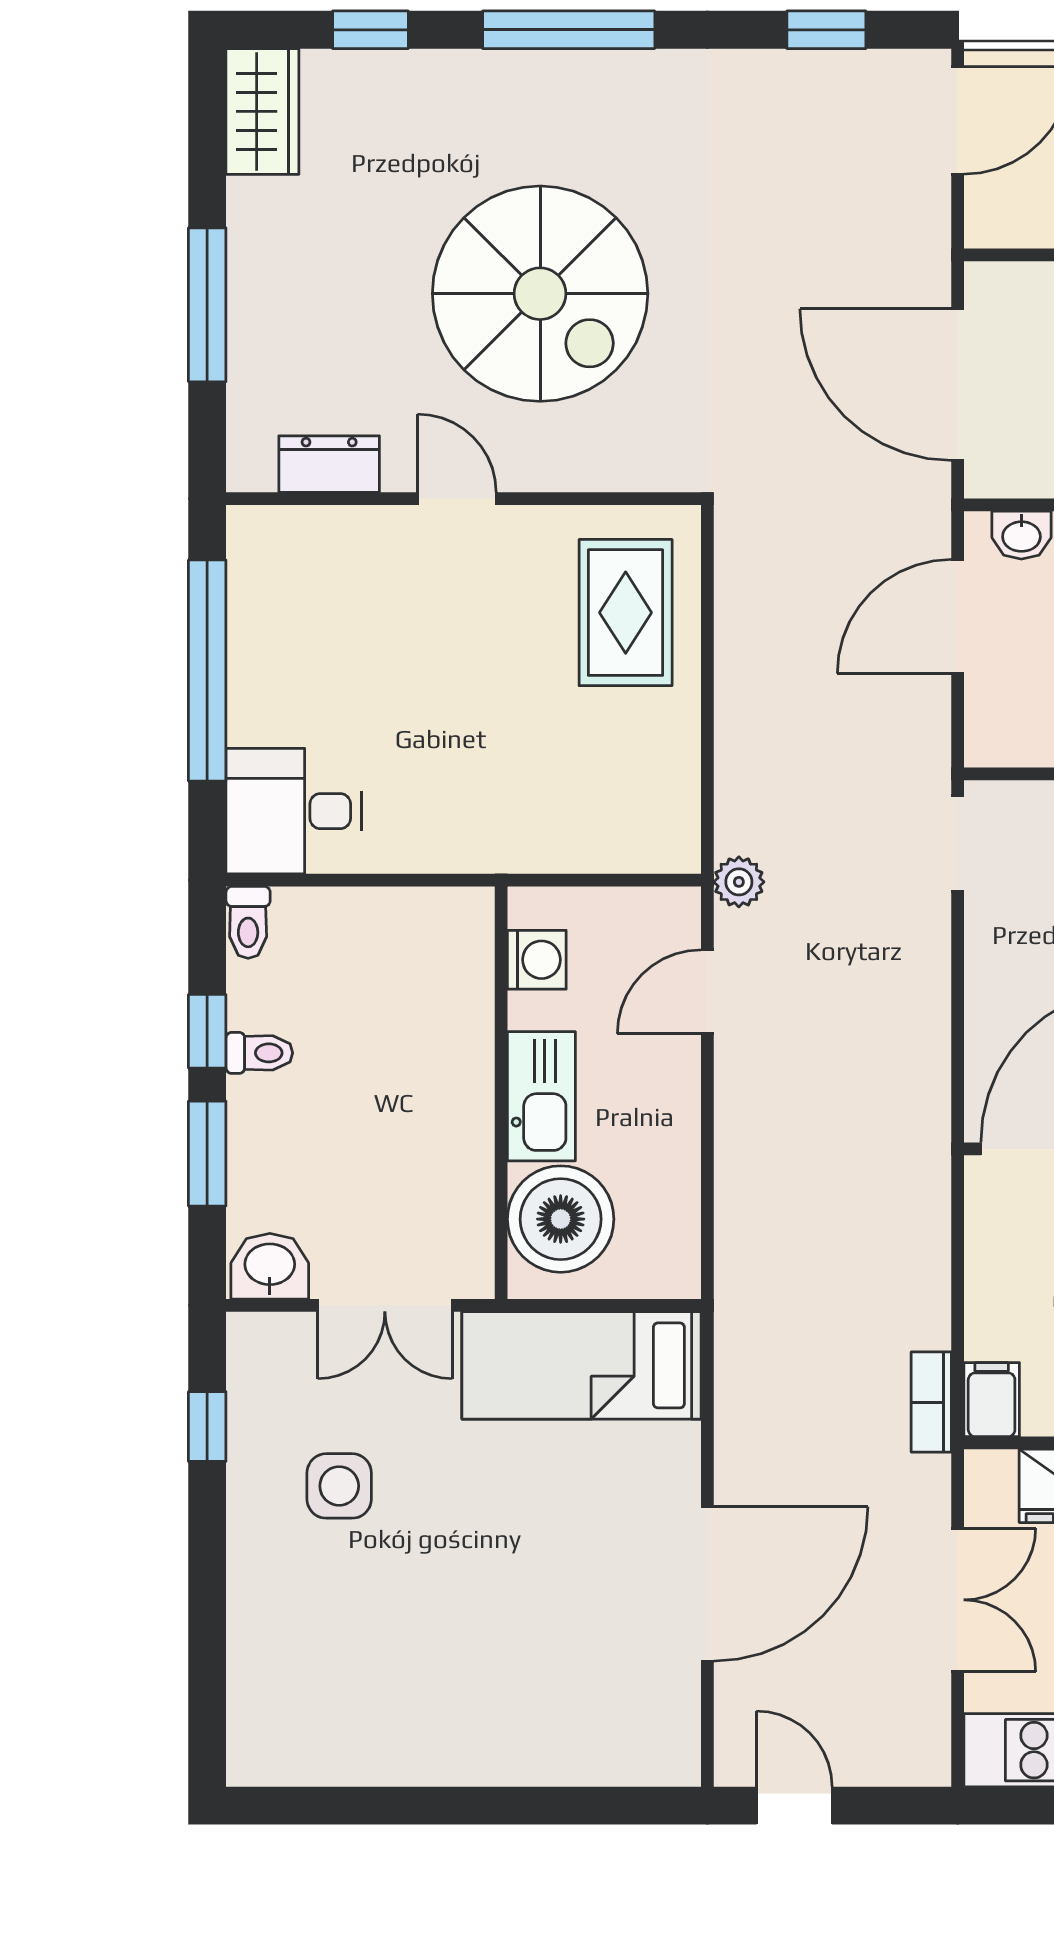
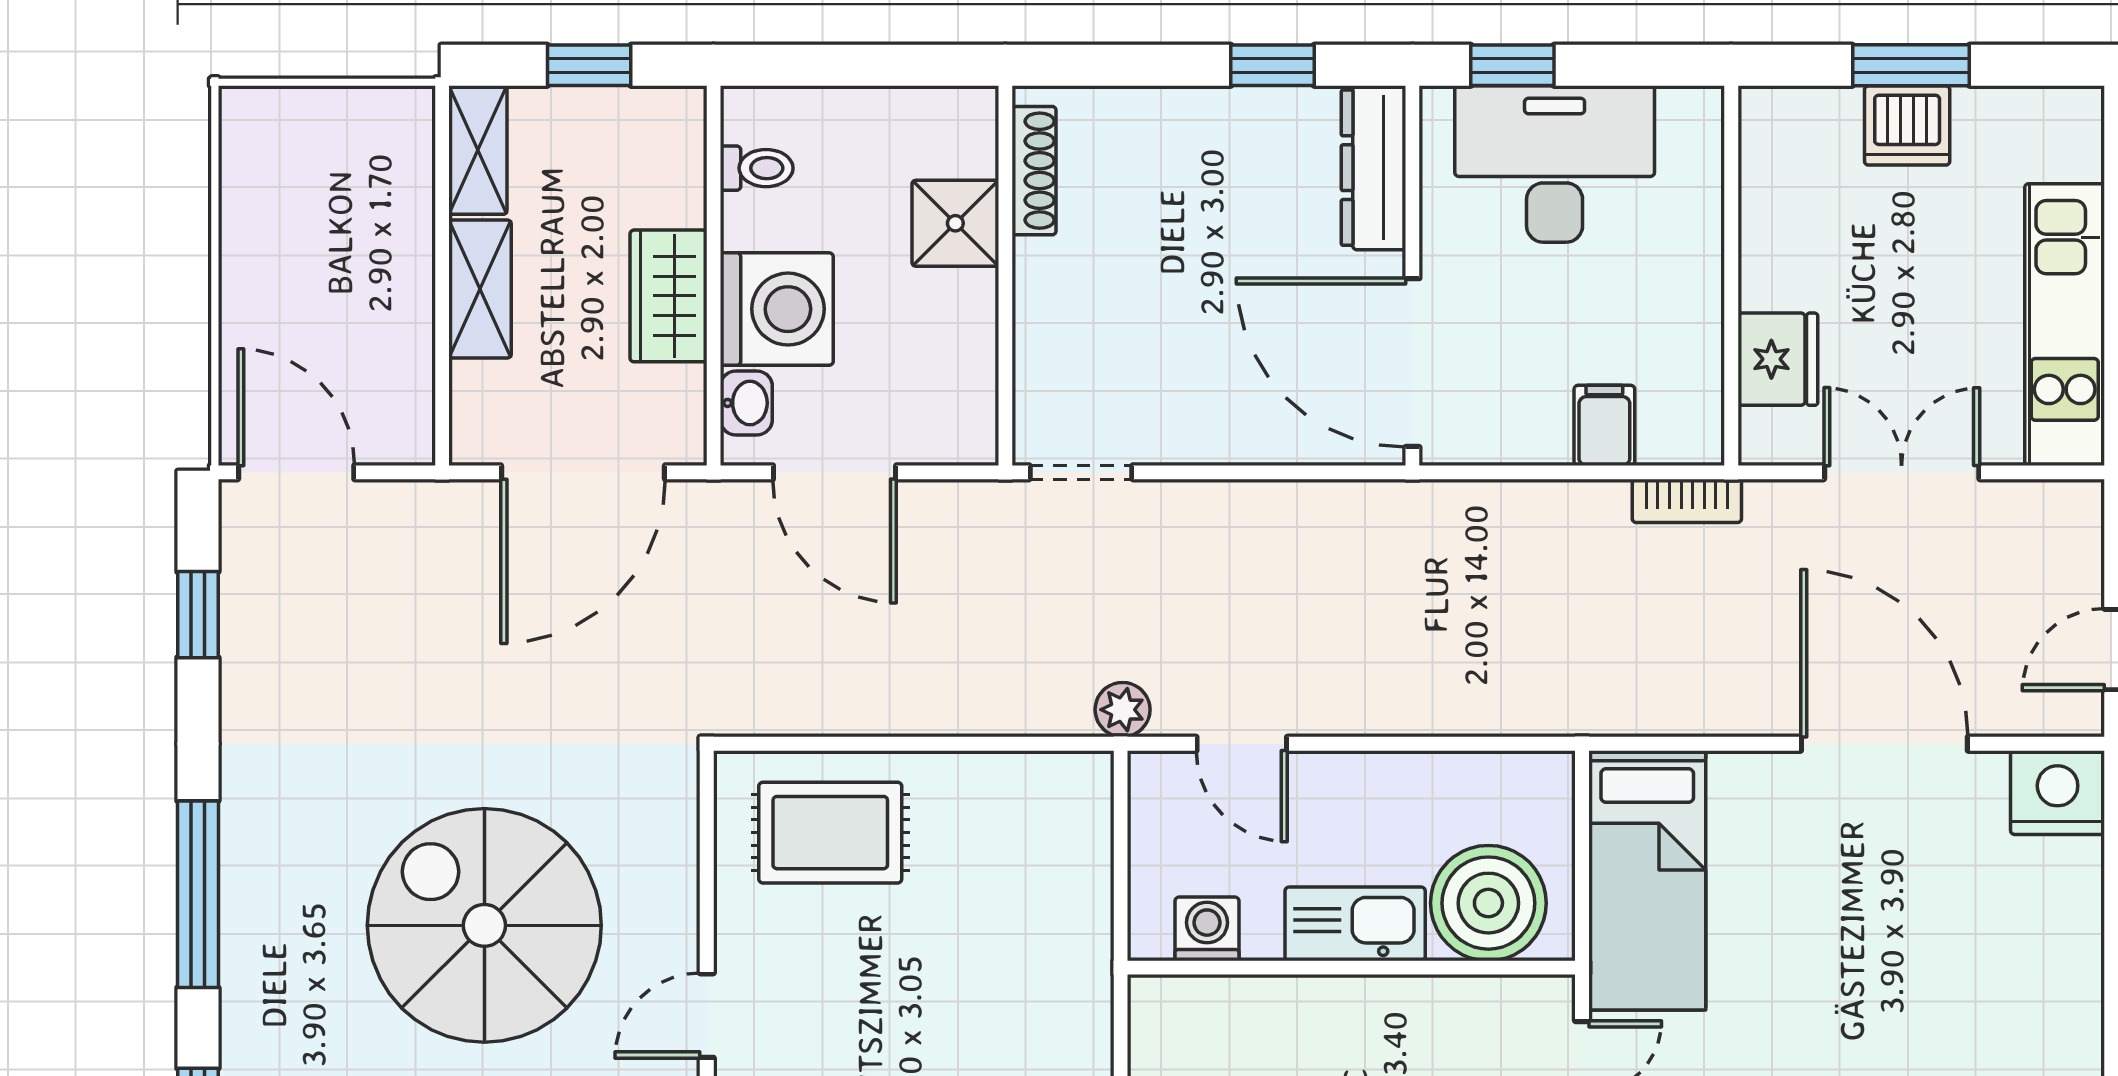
spiral stairs: (540, 294) -> (484, 925), turned -90
filing cabinet: (992, 1400) -> (1604, 425), moved, turned 90
nightstand: (662, 1744) -> (2058, 793), added

